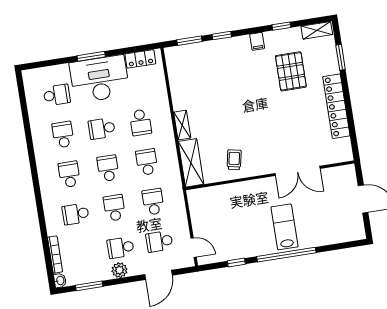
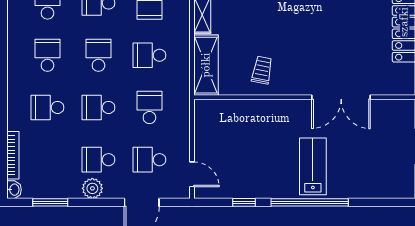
school desk: (147, 162) -> (149, 55), turned -90
school desk: (114, 208) -> (98, 107), turned -90

